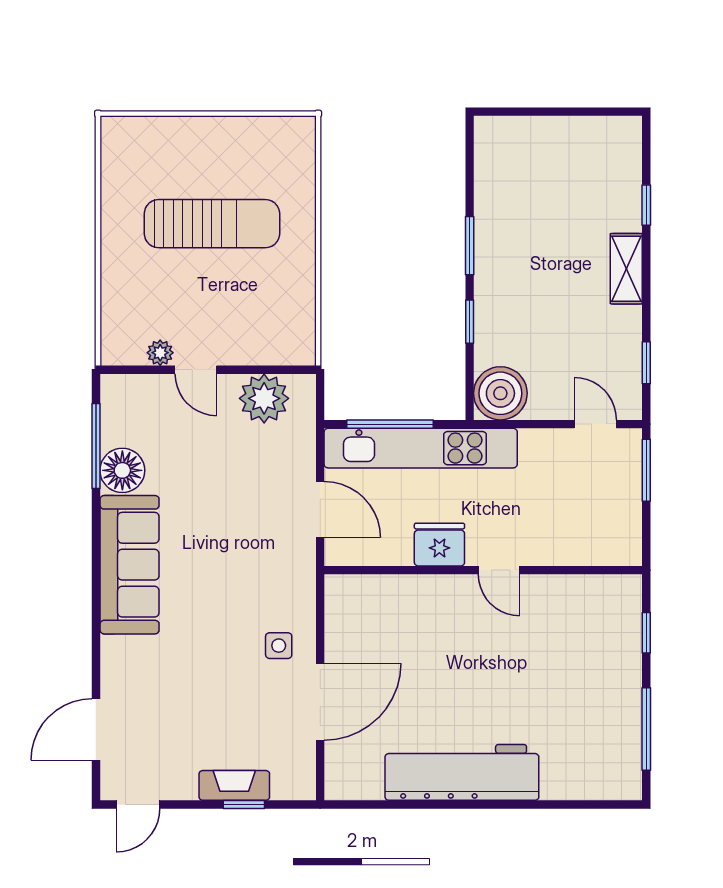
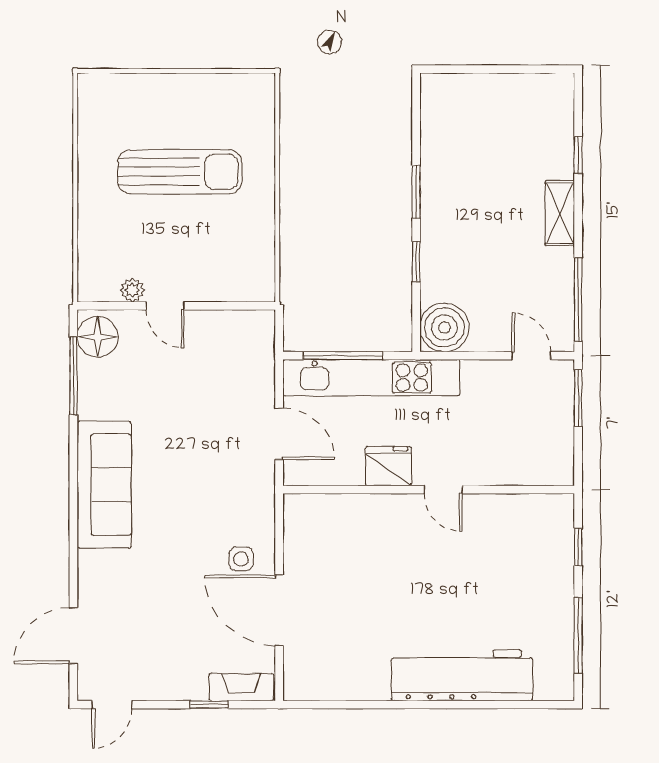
window: (646, 363) -> (578, 299), width x2.17
plant: (264, 398) -> (228, 332), removed
floor lamp: (122, 470) -> (98, 337), moved
door: (320, 702) -> (279, 610), swing flipped
workbench: (462, 772) -> (462, 675), moved
fireplace: (234, 785) -> (241, 687), moved

